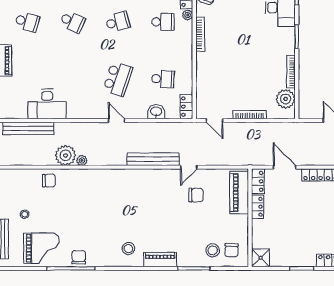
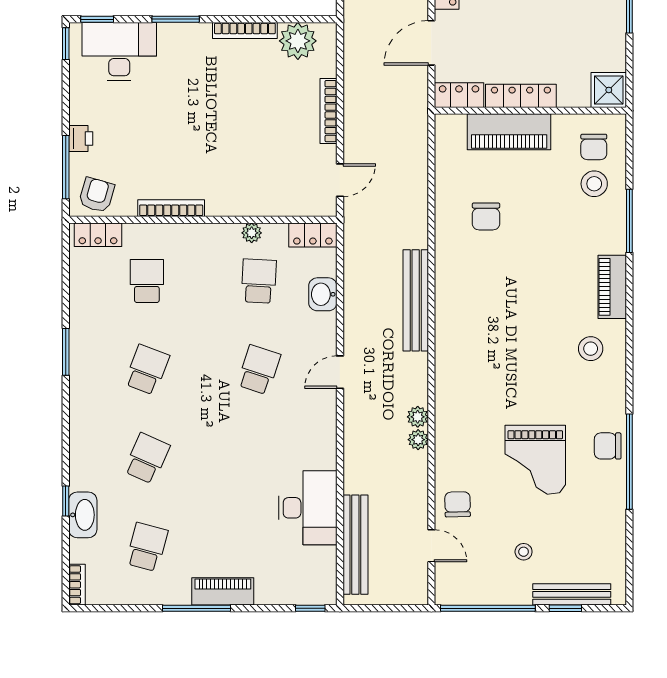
plant: (188, 15) -> (252, 233), moved
school desk: (118, 22) -> (147, 370), turned 36
school desk: (118, 79) -> (259, 370), width x0.54
plant: (65, 155) -> (418, 417), moved, width x0.53, depth x0.53
door: (189, 167) -> (431, 546), moved
piano: (239, 193) -> (509, 132), moved
chair: (196, 195) -> (486, 216), turned 180
locker: (258, 207) -> (521, 96), width x1.53
grand piano: (41, 248) -> (535, 460), moved, turned 180
chair: (231, 250) -> (594, 147), turned 88

